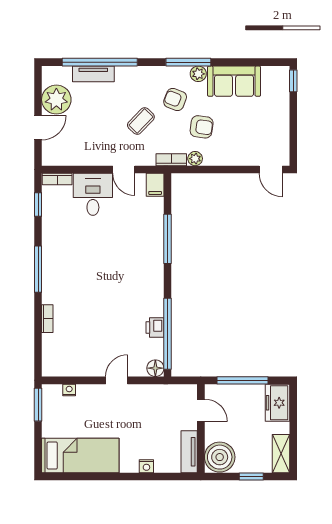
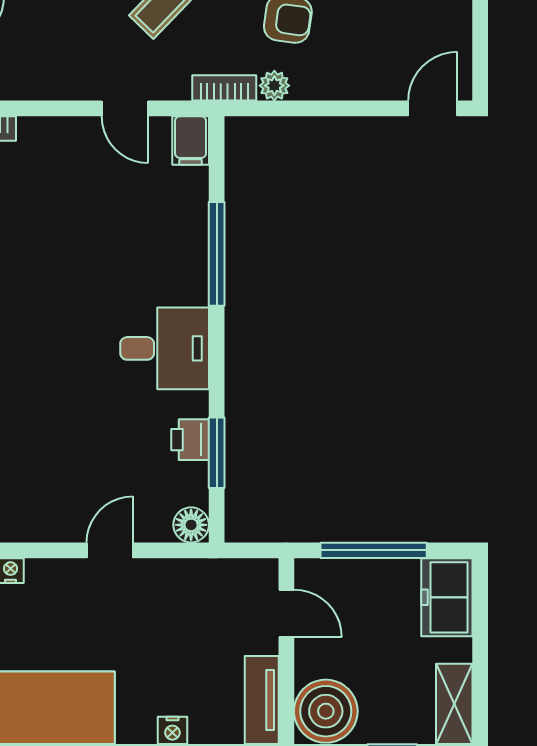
door: (271, 169) -> (433, 108), swing flipped
desk: (93, 194) -> (165, 348), moved, turned 90
window: (168, 334) -> (217, 453), width x0.47

